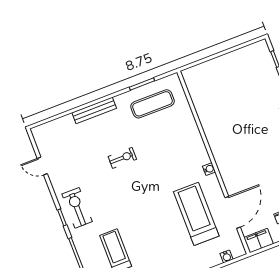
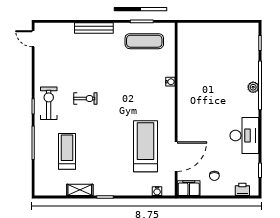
exercise bike: (122, 158) -> (85, 99), moved
door: (42, 166) -> (33, 39), moved
water cooler: (209, 169) -> (170, 82), moved

